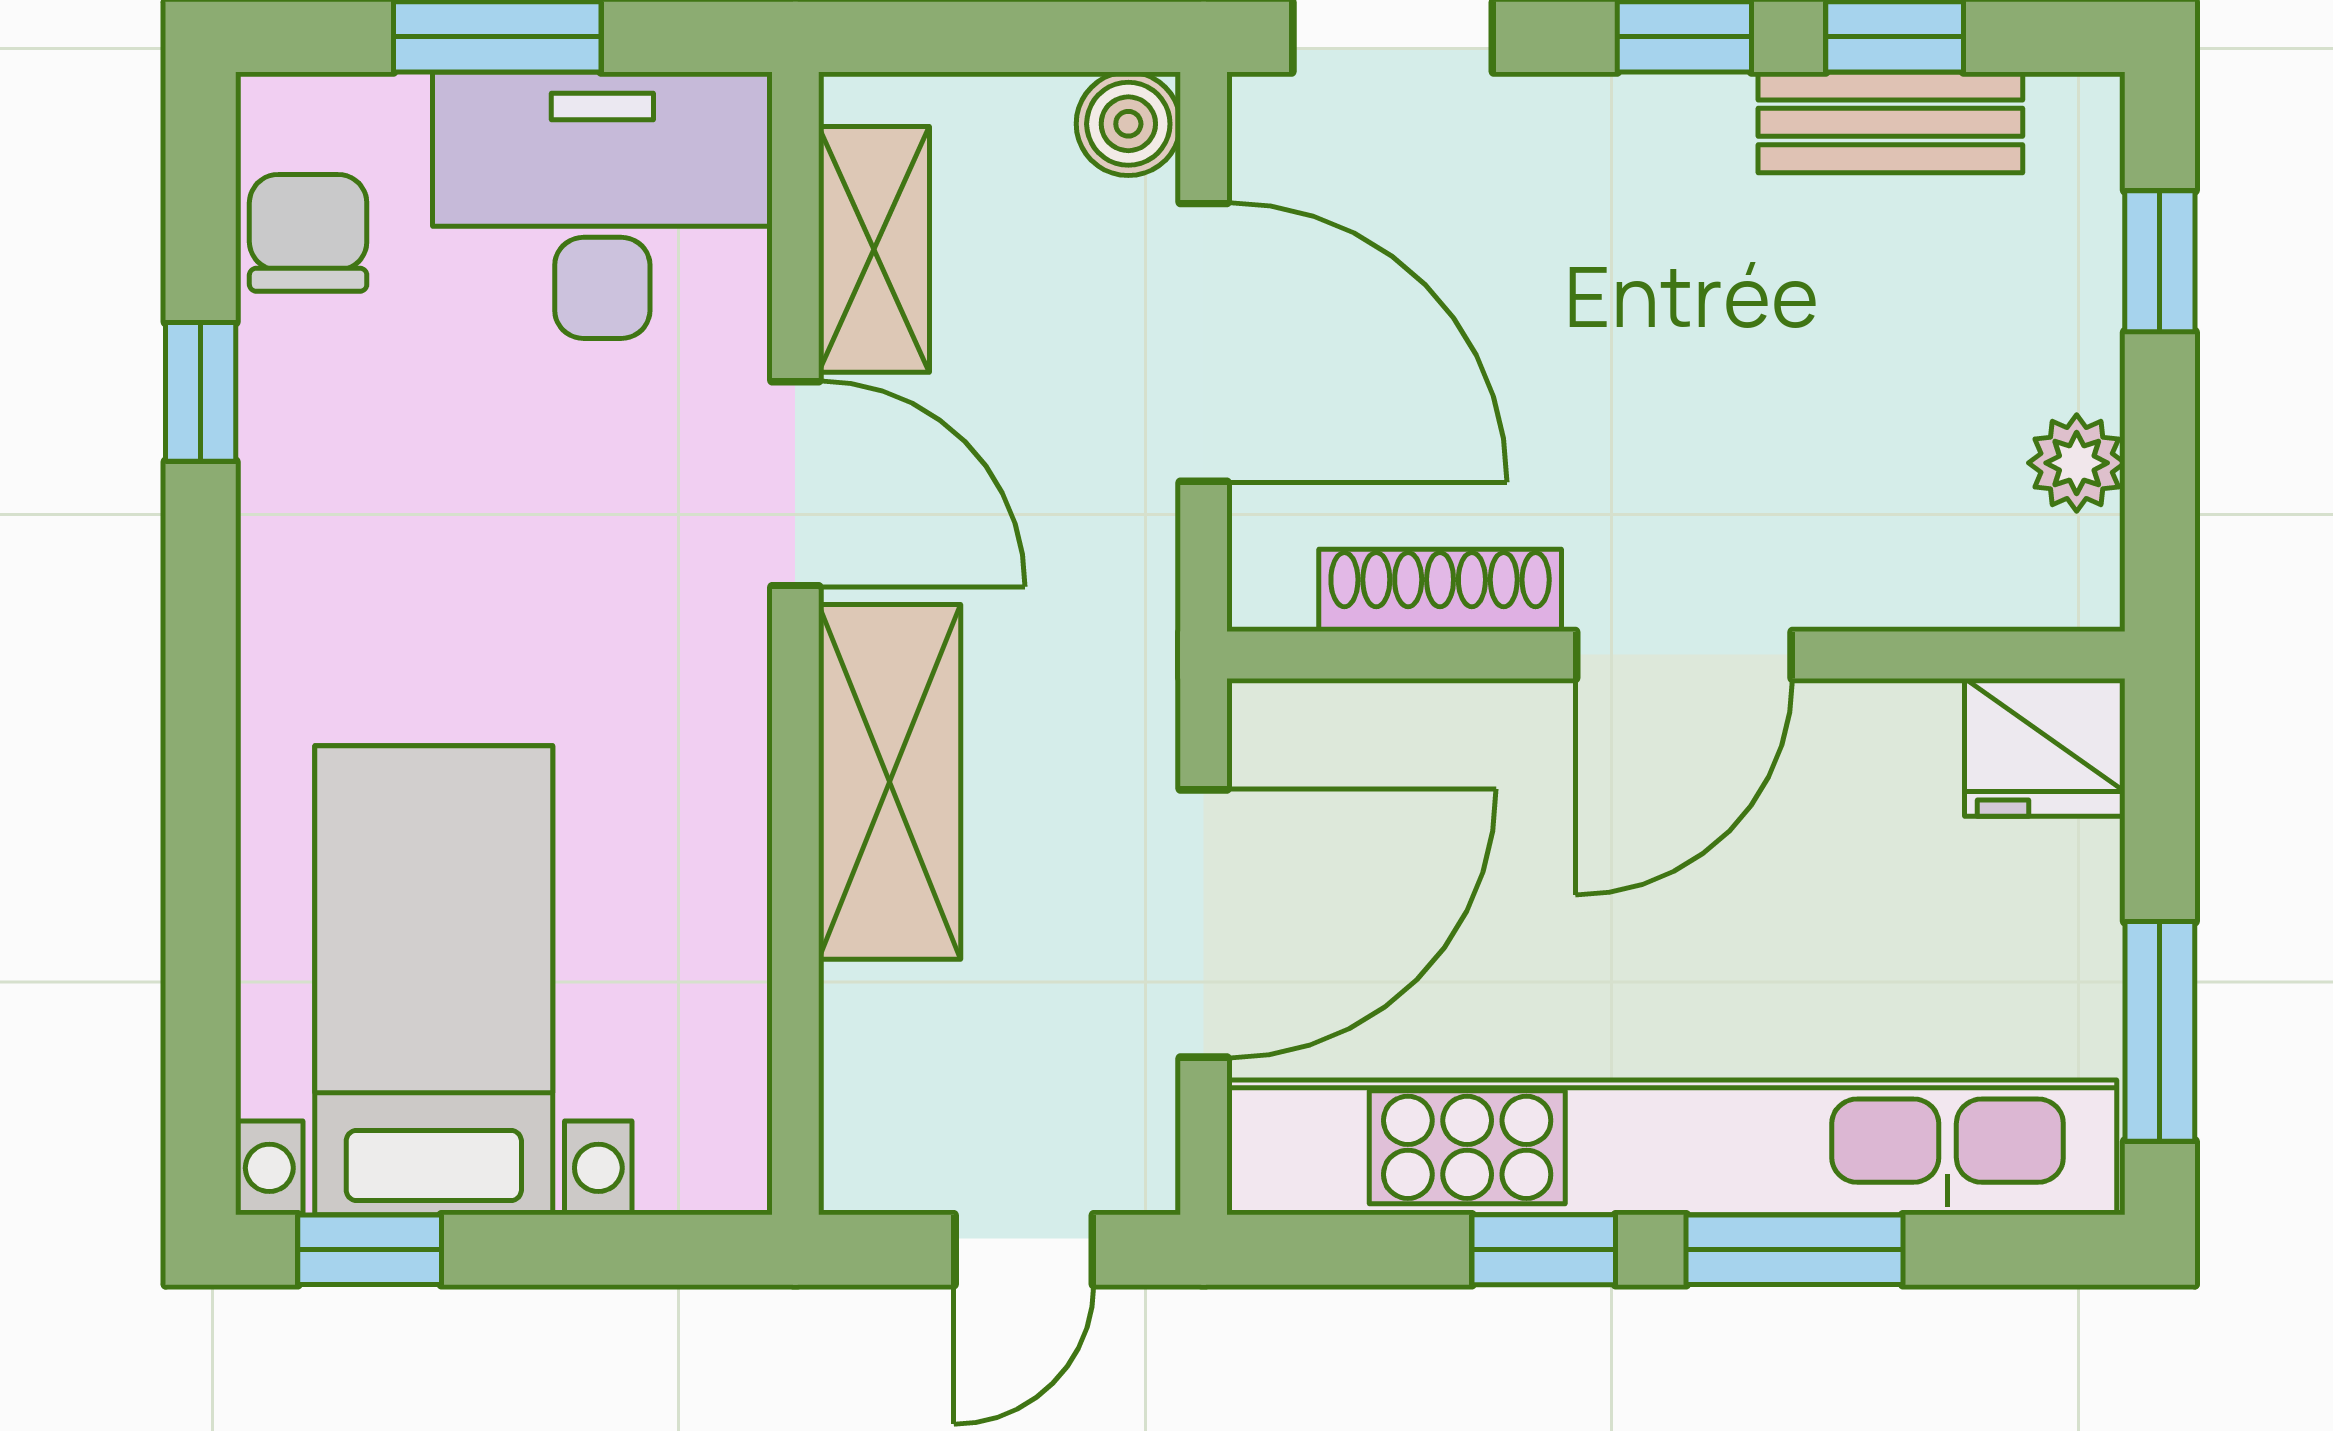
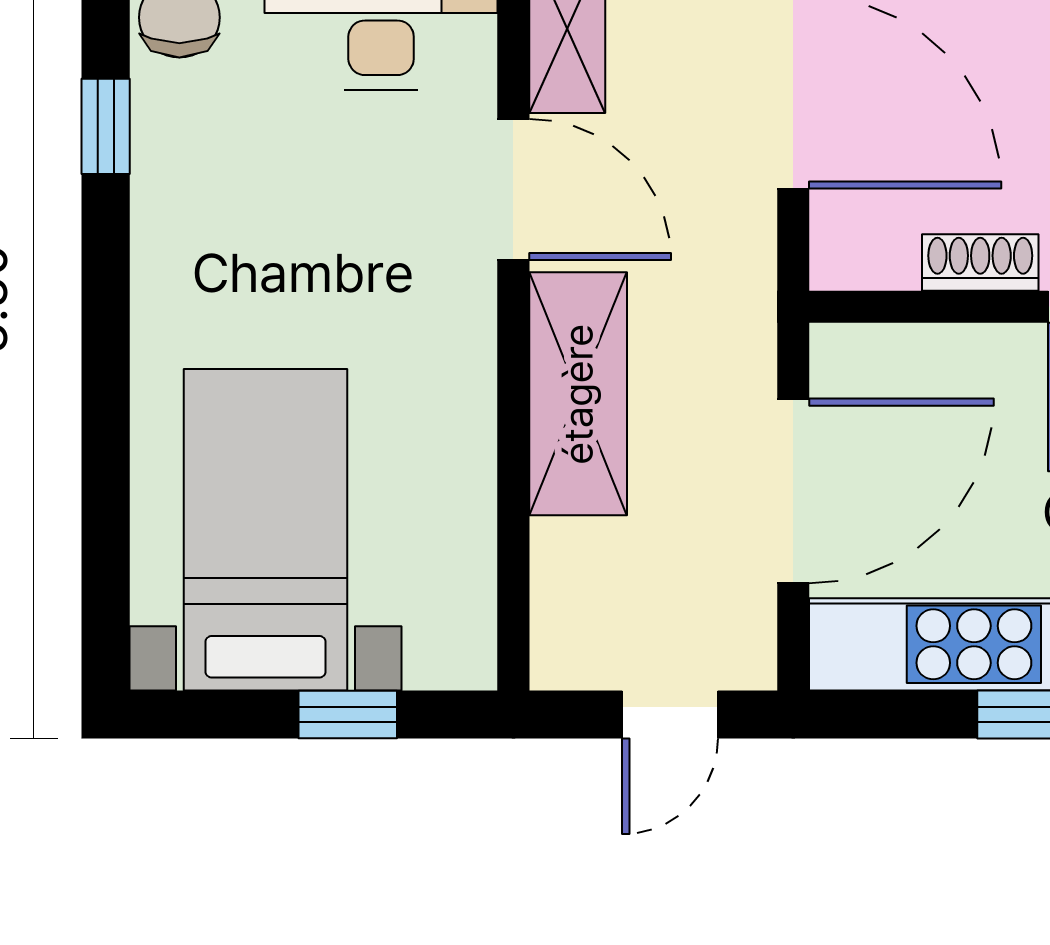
shoe rack: (1440, 590) -> (980, 263), width x0.70
window: (370, 1250) -> (348, 715), moved

